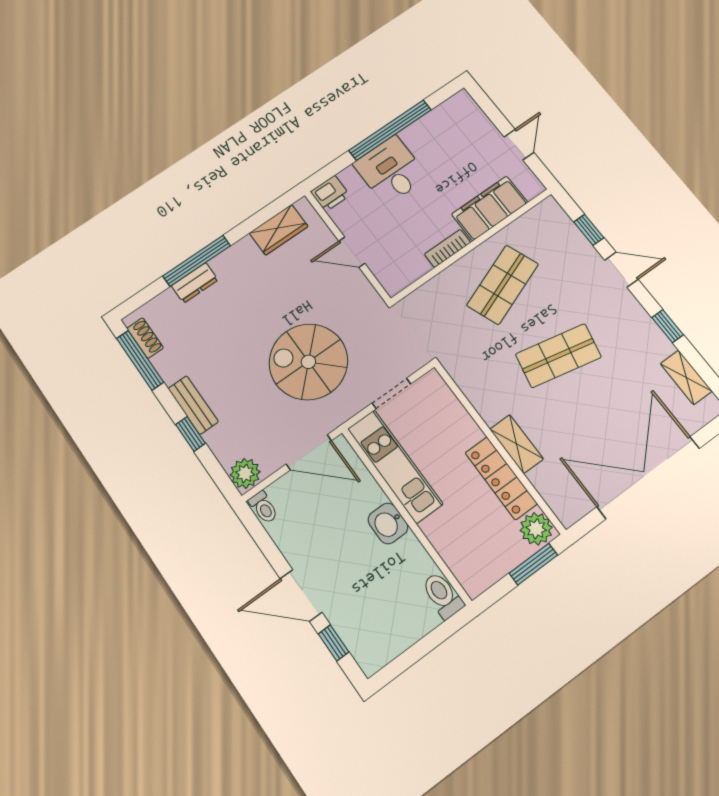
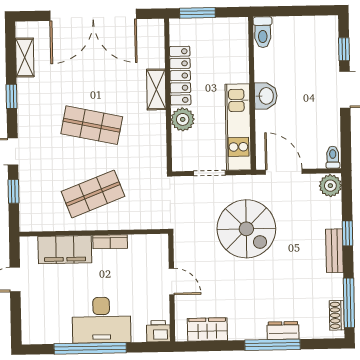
desk: (391, 170) -> (101, 320), width x1.37
plant: (536, 529) -> (183, 119), moved

